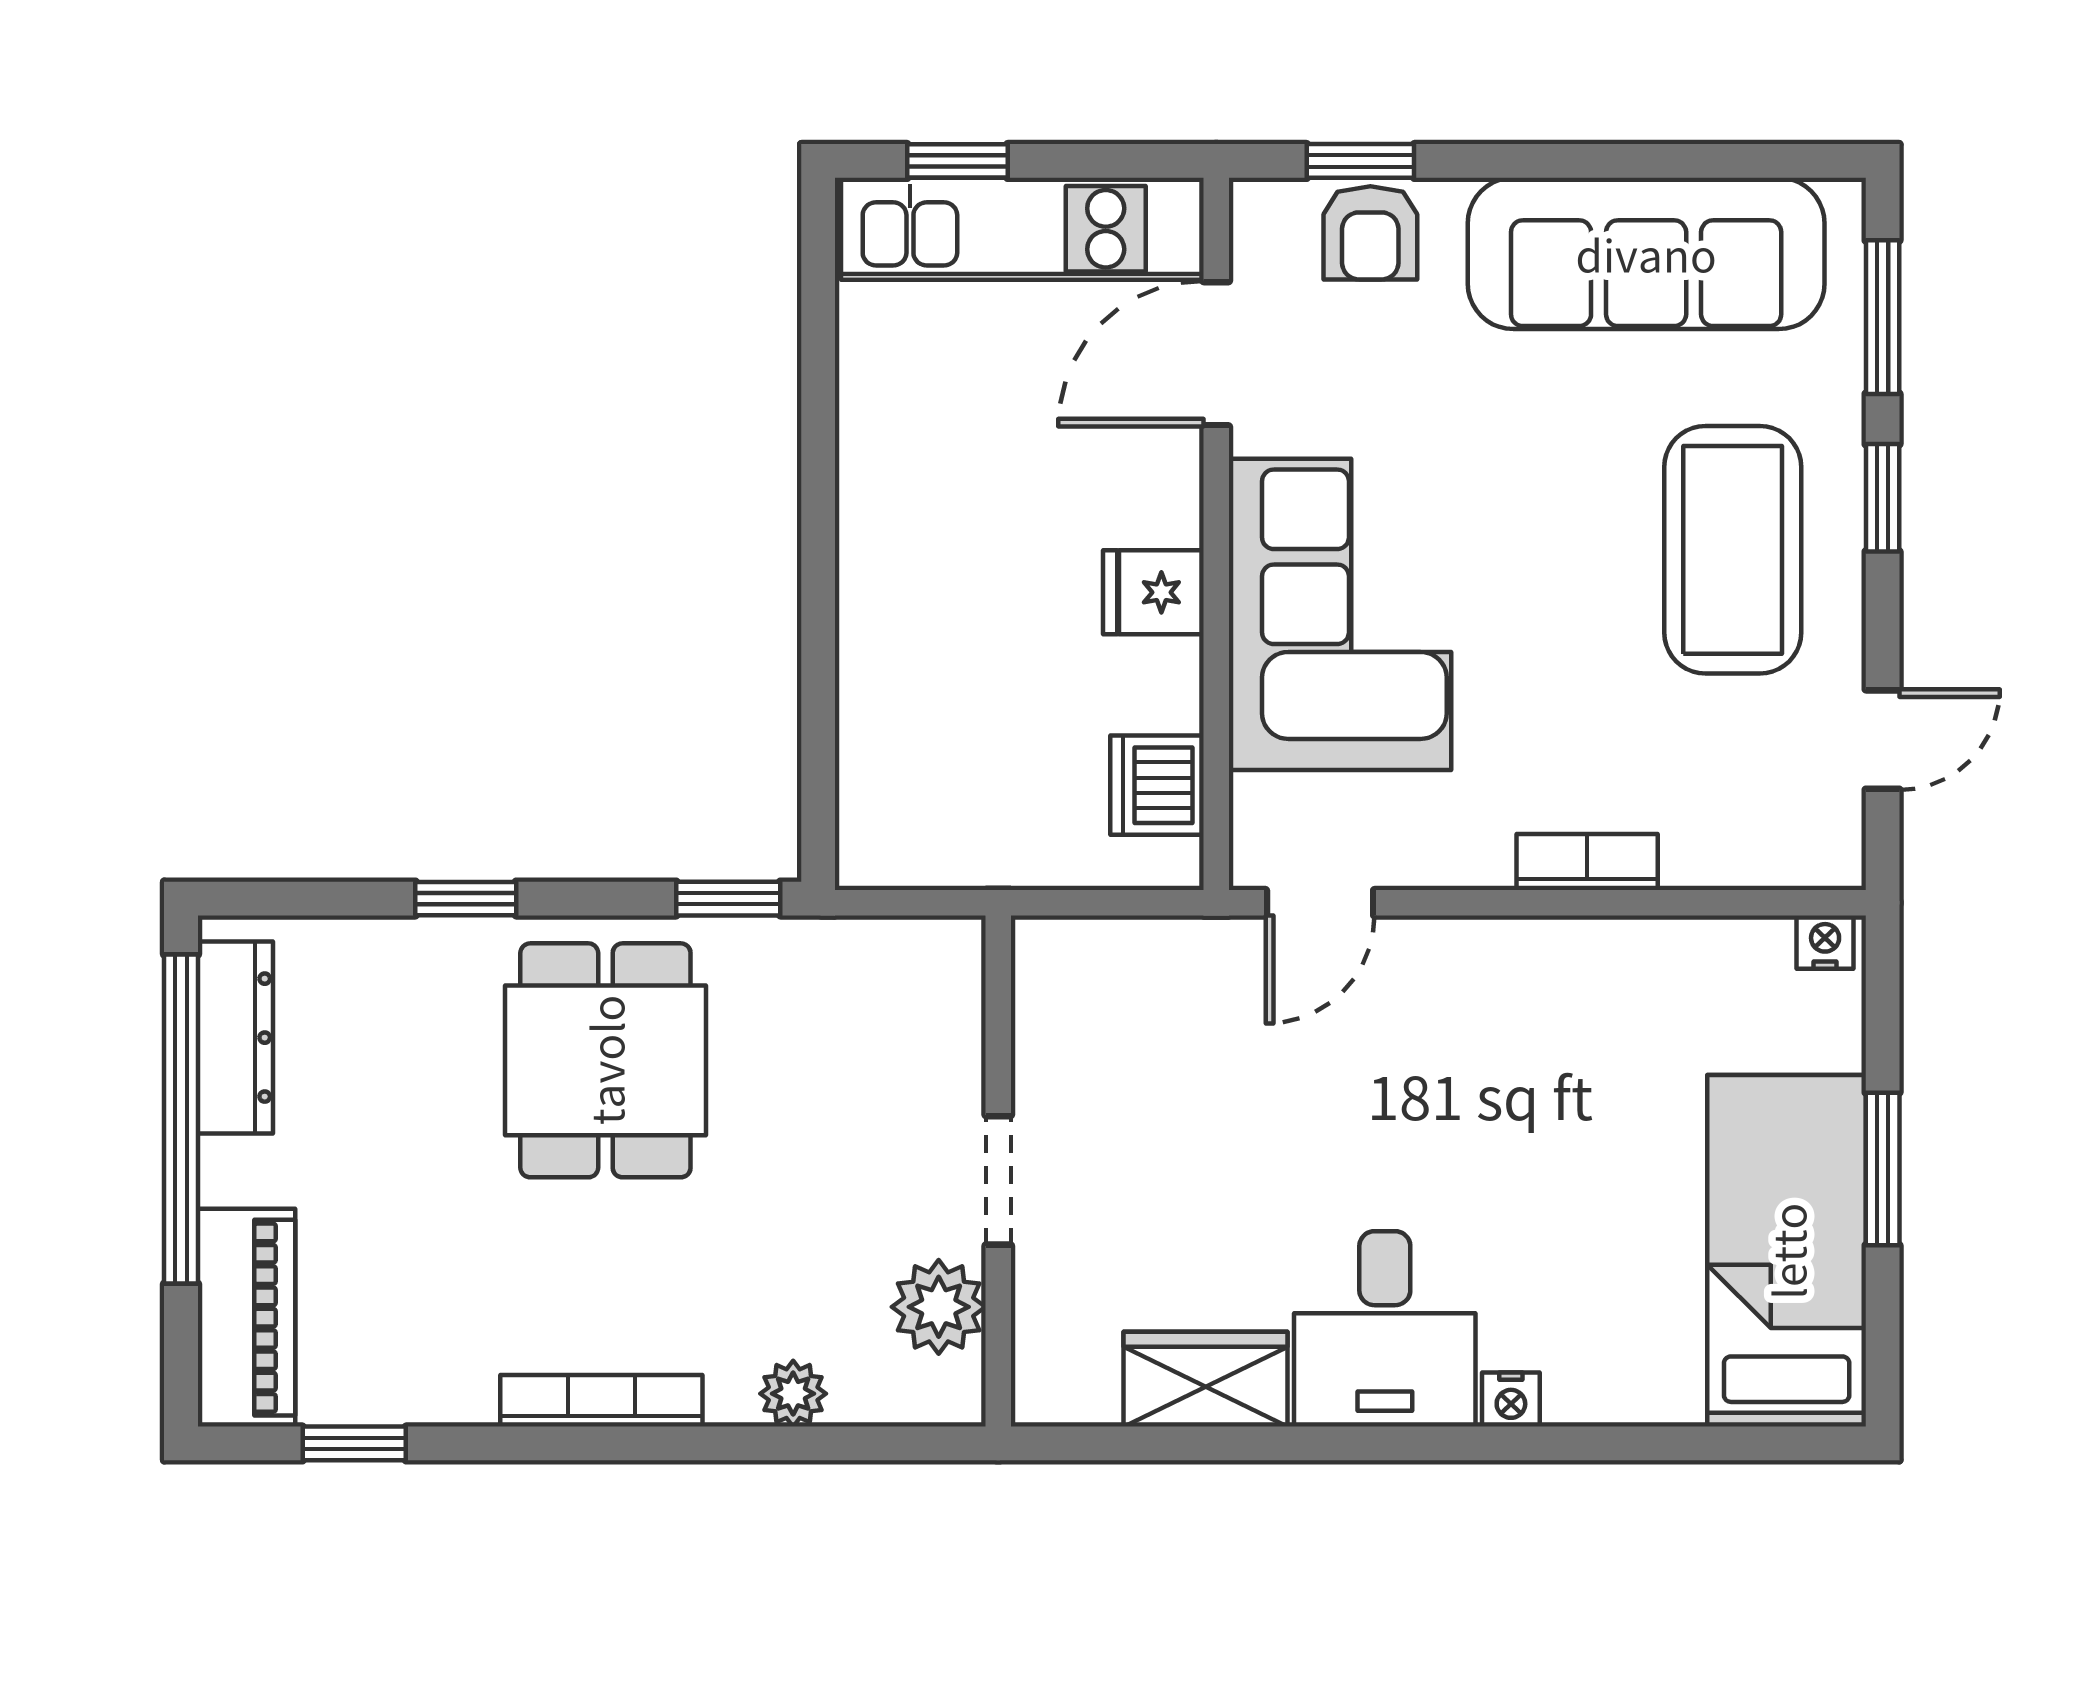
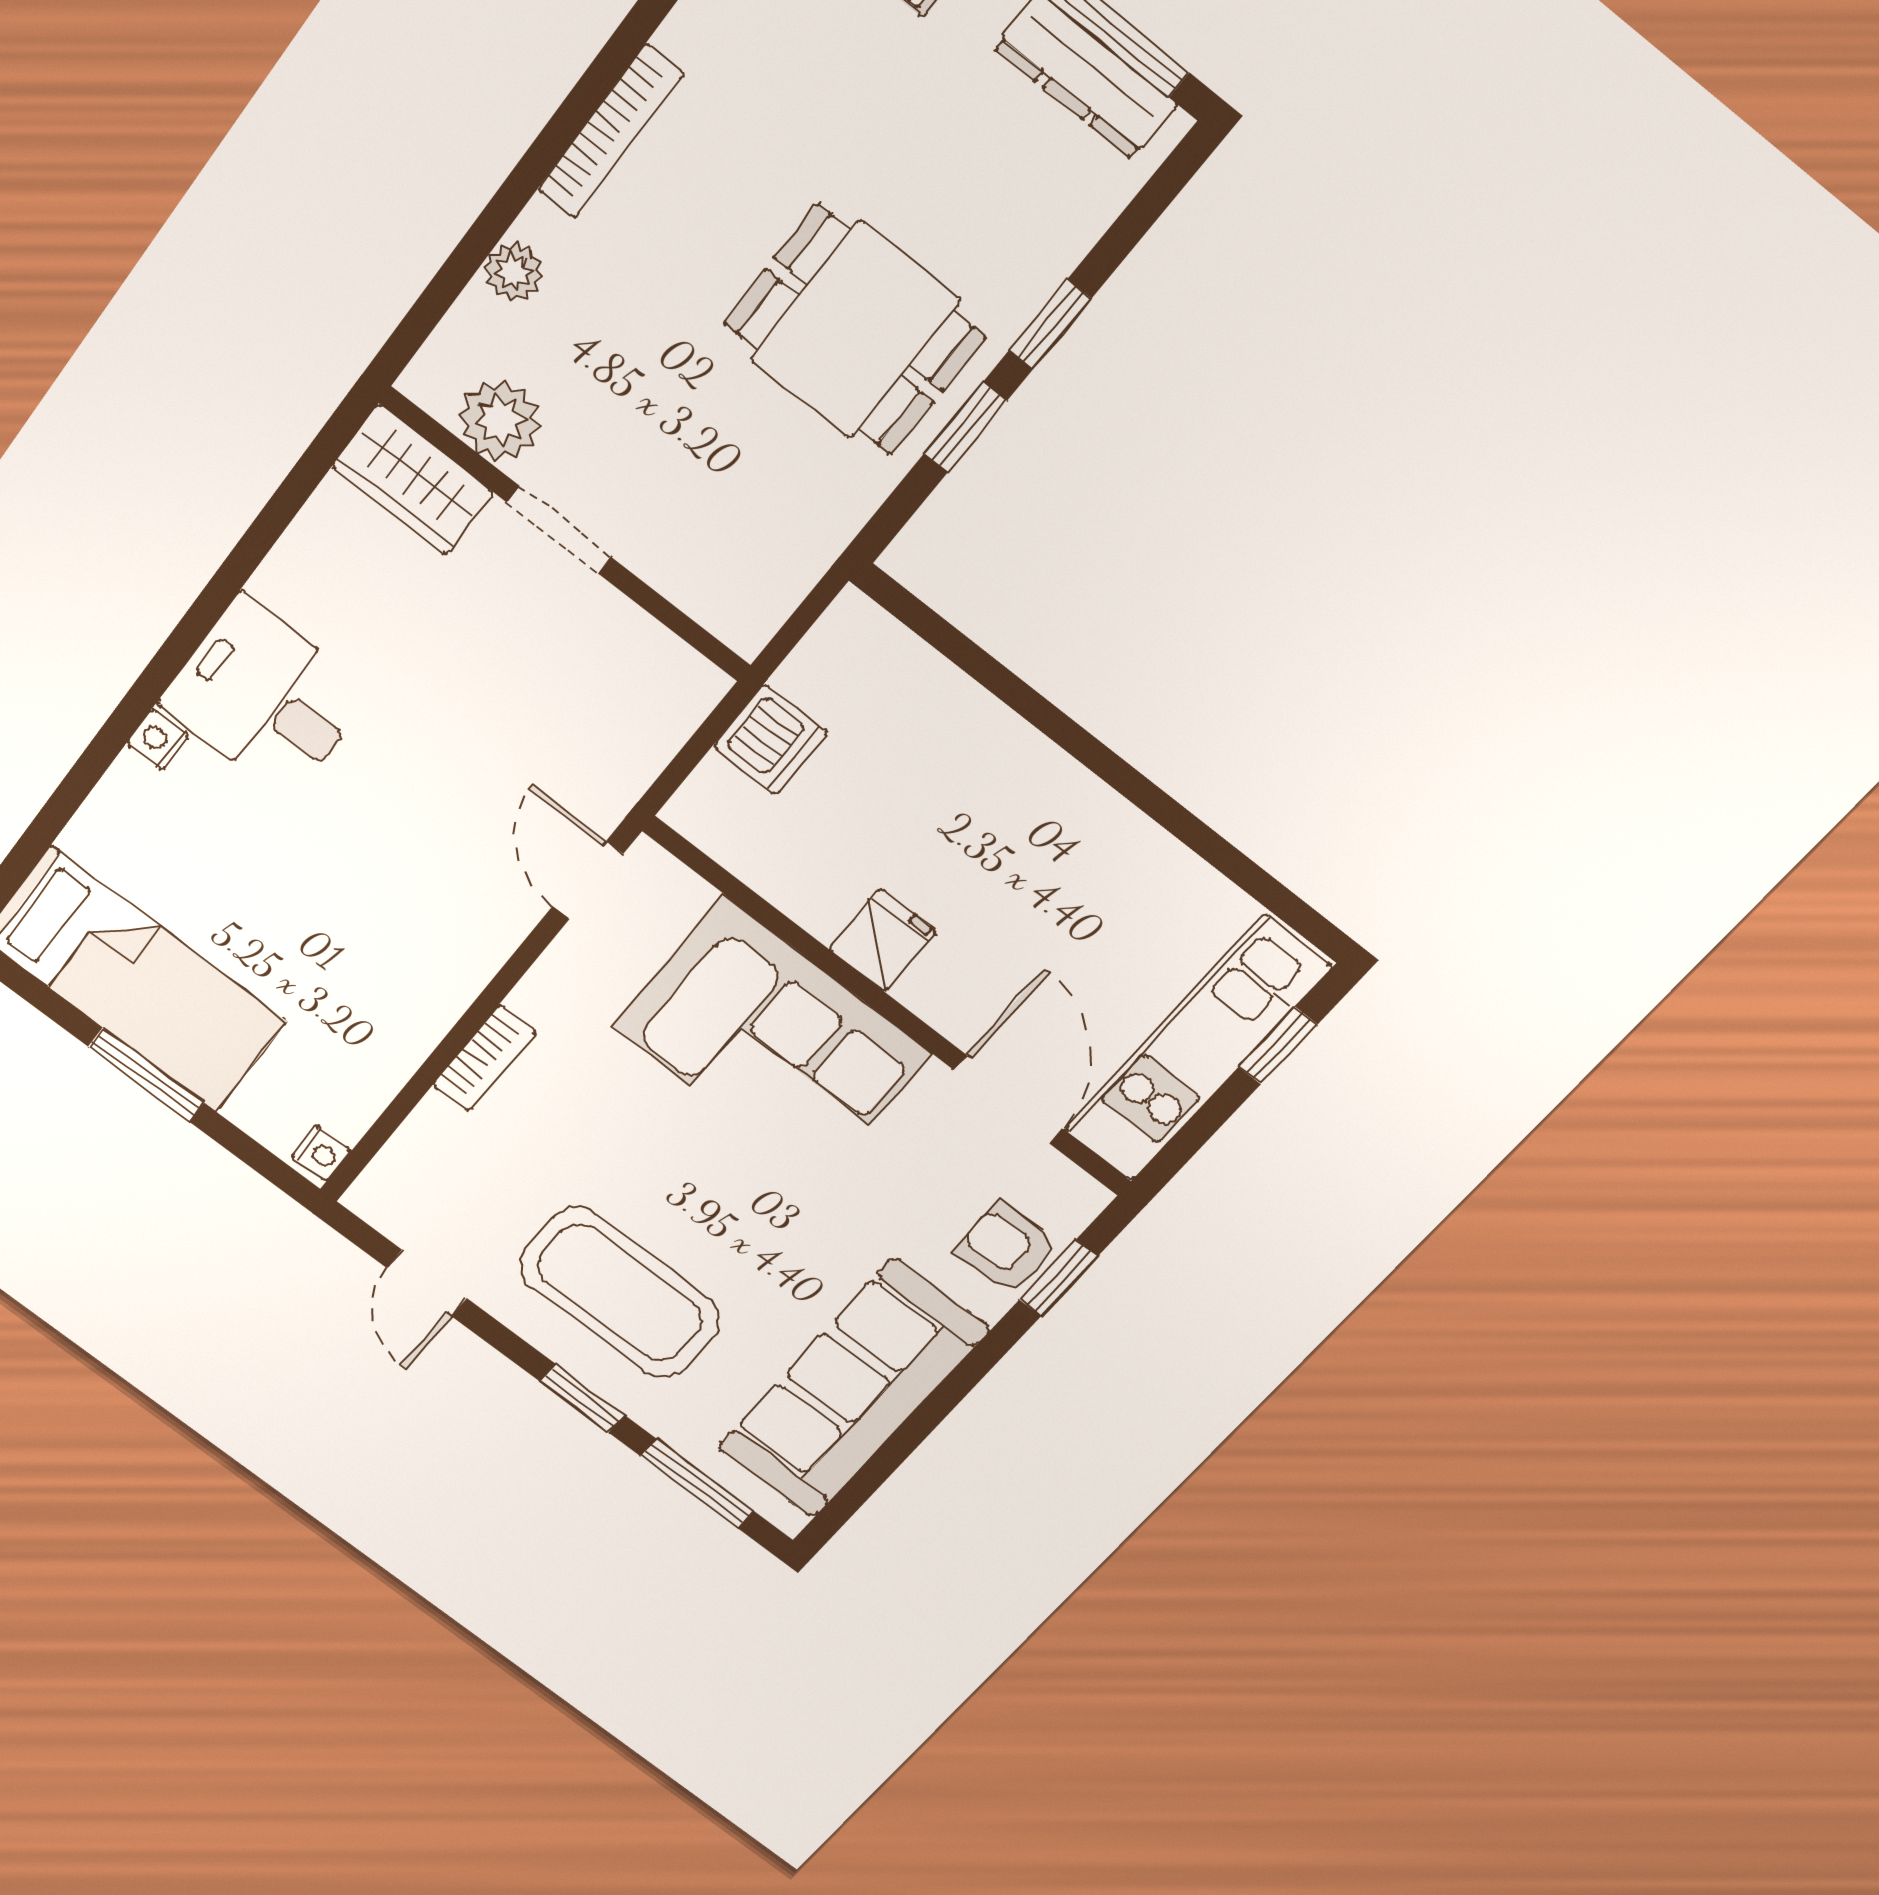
dishwasher: (1157, 785) -> (770, 739), moved, turned 90
window: (728, 899) -> (965, 427), moved
wardrobe: (1205, 1379) -> (413, 480), moved, turned 90

